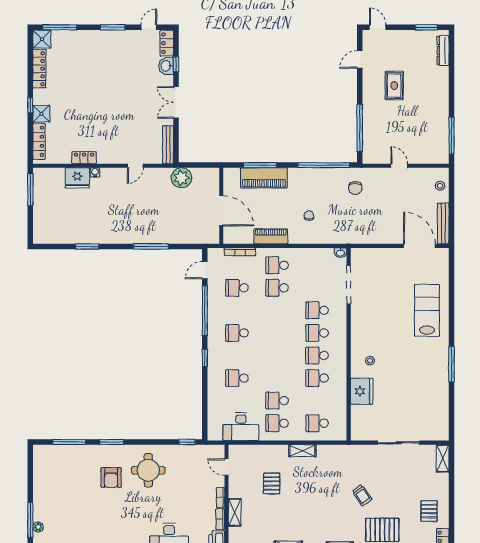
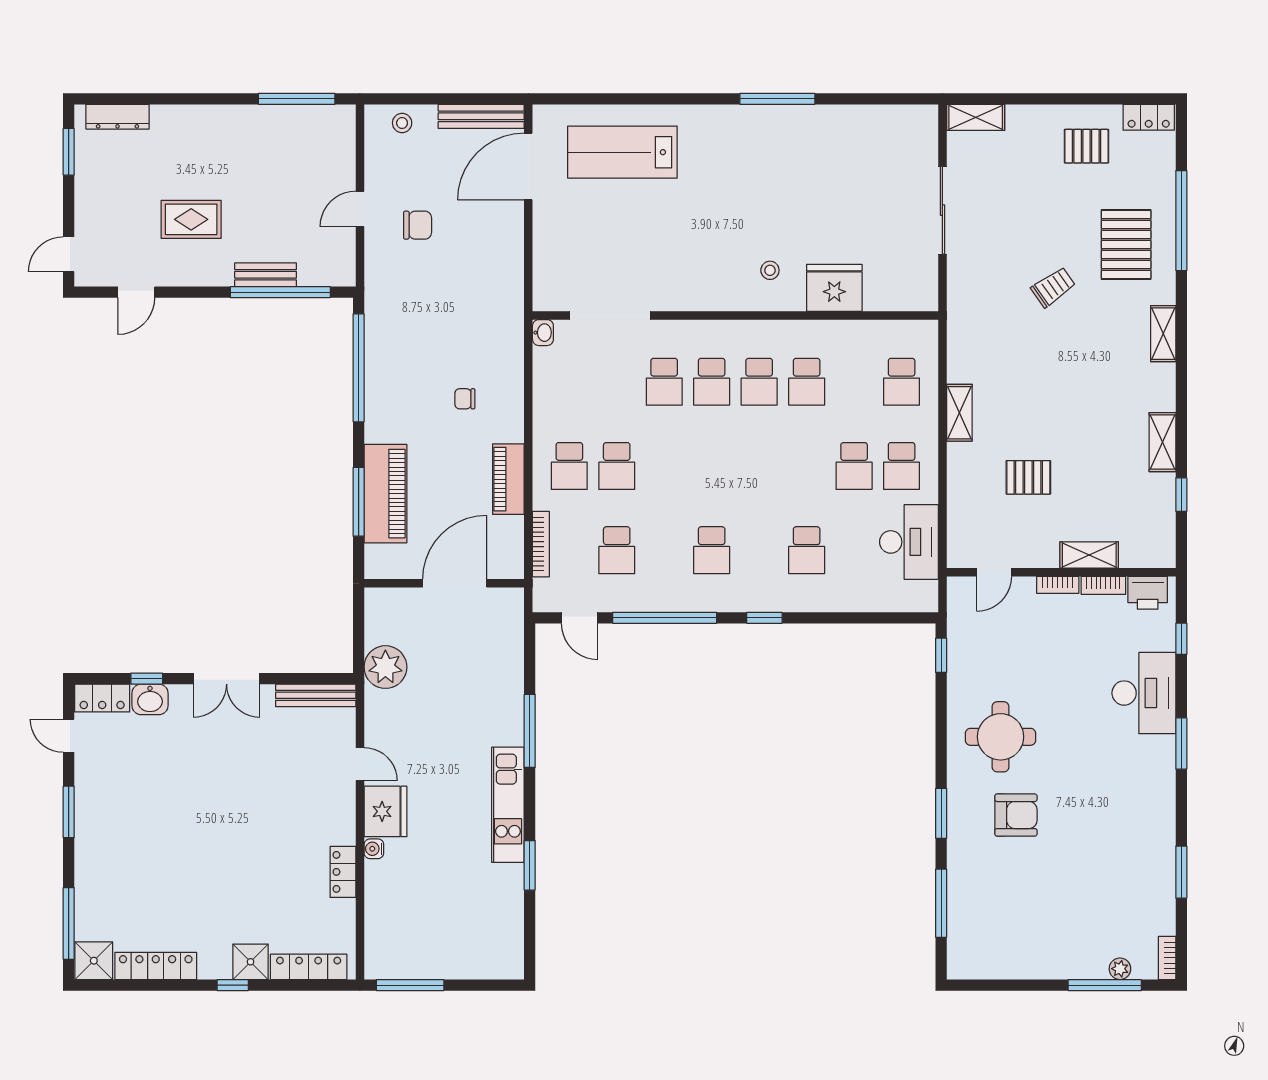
door: (360, 59) -> (136, 292), hinge flipped
bench: (368, 121) -> (266, 275), added
fridge: (77, 178) -> (385, 811), moved
chair: (355, 188) -> (418, 225), moved
kitchen unit: (116, 236) -> (508, 805), added
lab bench: (427, 310) -> (622, 152), moved

